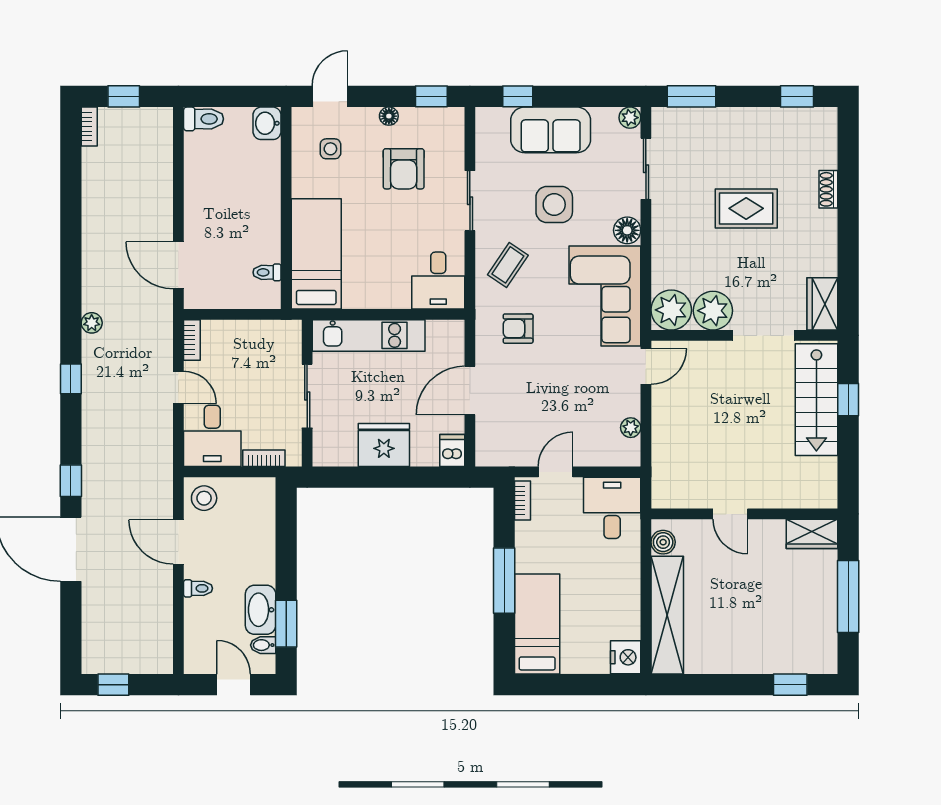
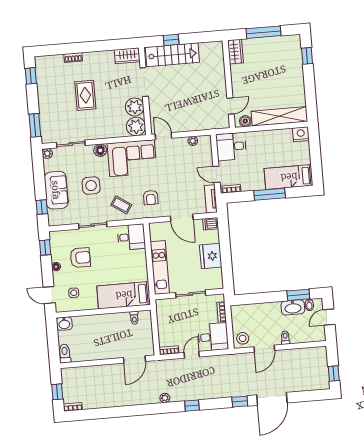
tv unit: (505, 455) -> (211, 199), added
door: (730, 514) -> (231, 106), moved

